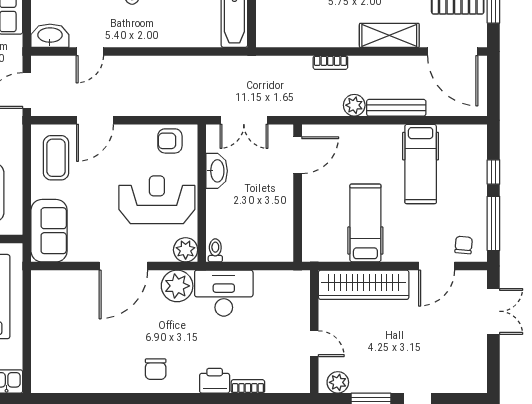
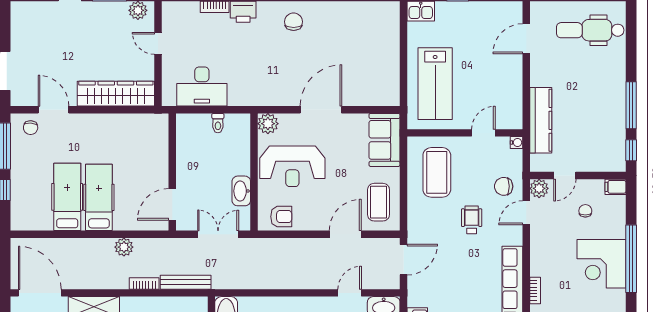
bench: (396, 108) -> (186, 282), moved
hospital bed: (365, 223) -> (99, 197), moved, turned 180
toilet: (215, 250) -> (218, 123), moved
door: (437, 266) -> (54, 110), hinge flipped
plant: (177, 286) -> (275, 93), removed
desk: (224, 293) -> (202, 87), moved

